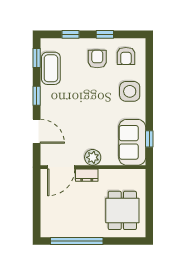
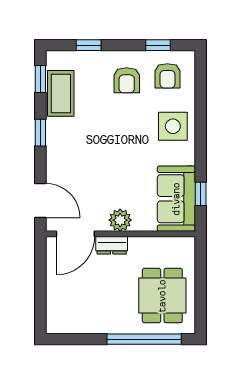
window: (105, 34) -> (158, 45), moved
armchair: (97, 59) -> (127, 80), turned 180
door: (37, 131) -> (40, 200), moved
window: (77, 241) -> (144, 339), moved

